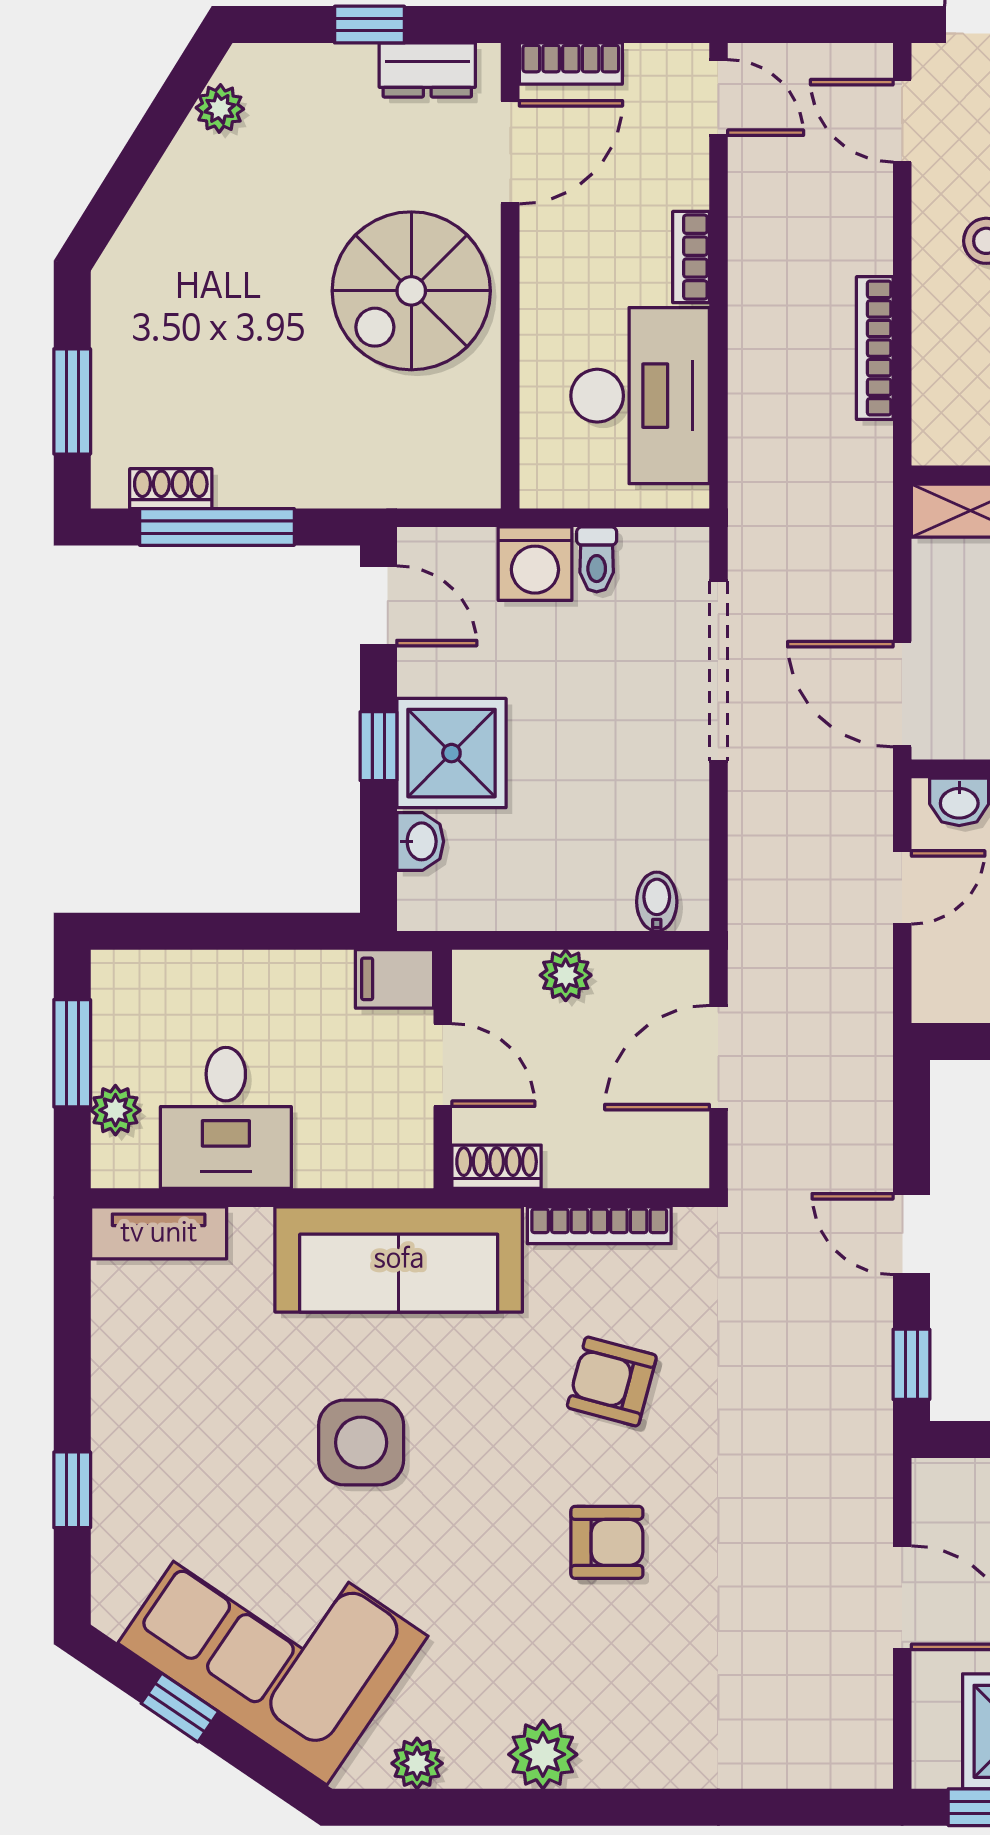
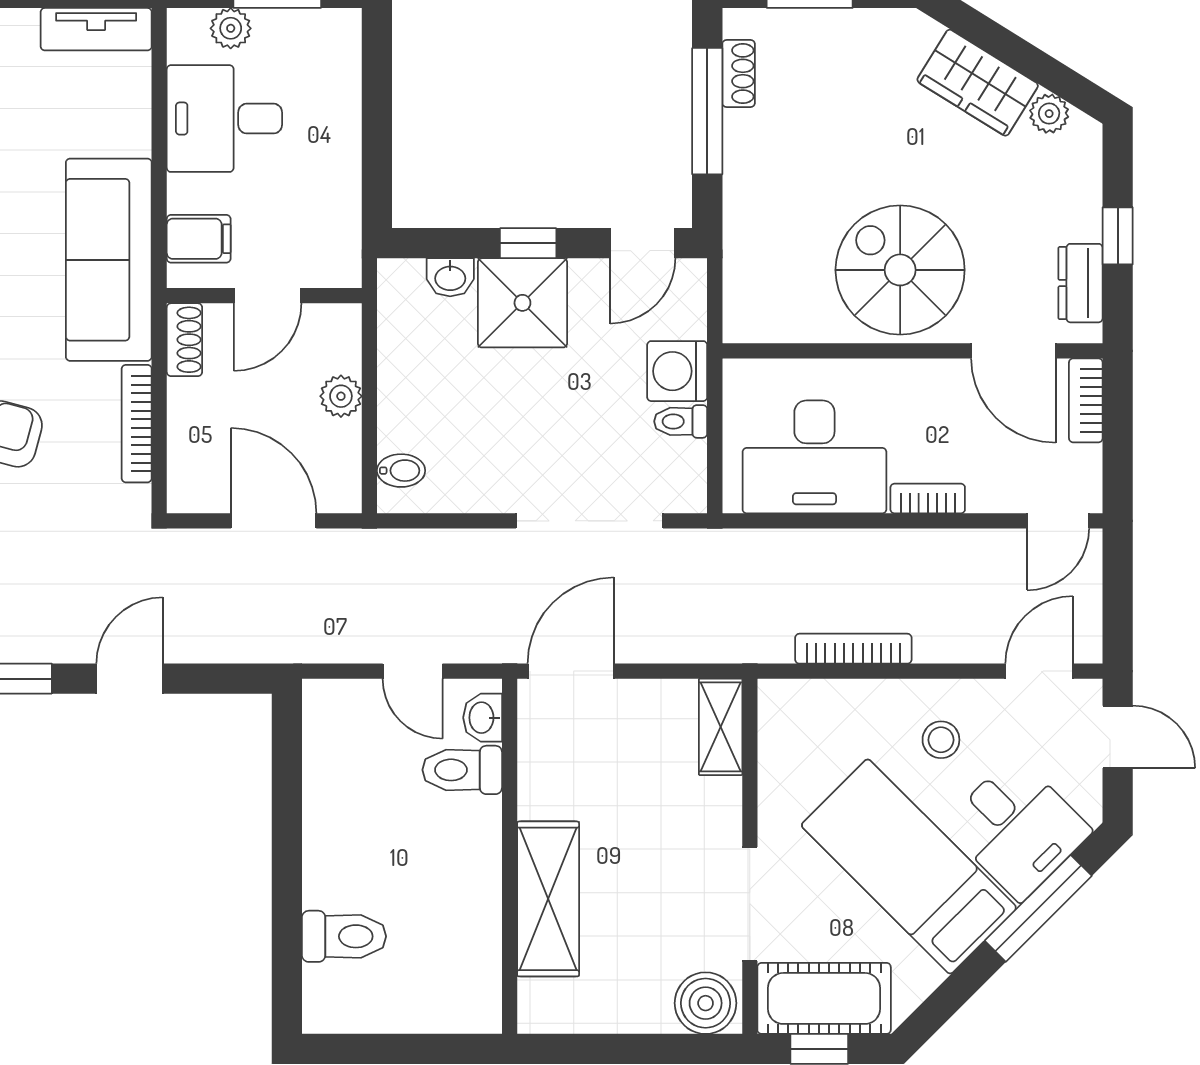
wardrobe: (182, 196) -> (978, 83), added
filing cabinet: (395, 979) -> (199, 239), moved, turned 90
tv unit: (159, 1233) -> (96, 29), moved, turned -90

